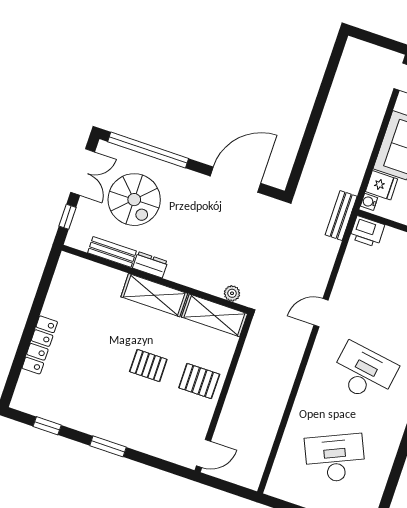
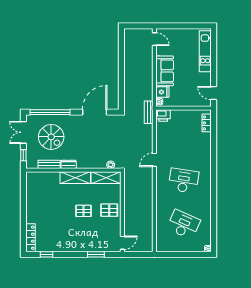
double door: (83, 172) -> (23, 132), swing flipped
locker: (40, 345) -> (30, 238), moved
window: (108, 446) -> (96, 254), moved
desk: (335, 458) -> (184, 224), turned 48

